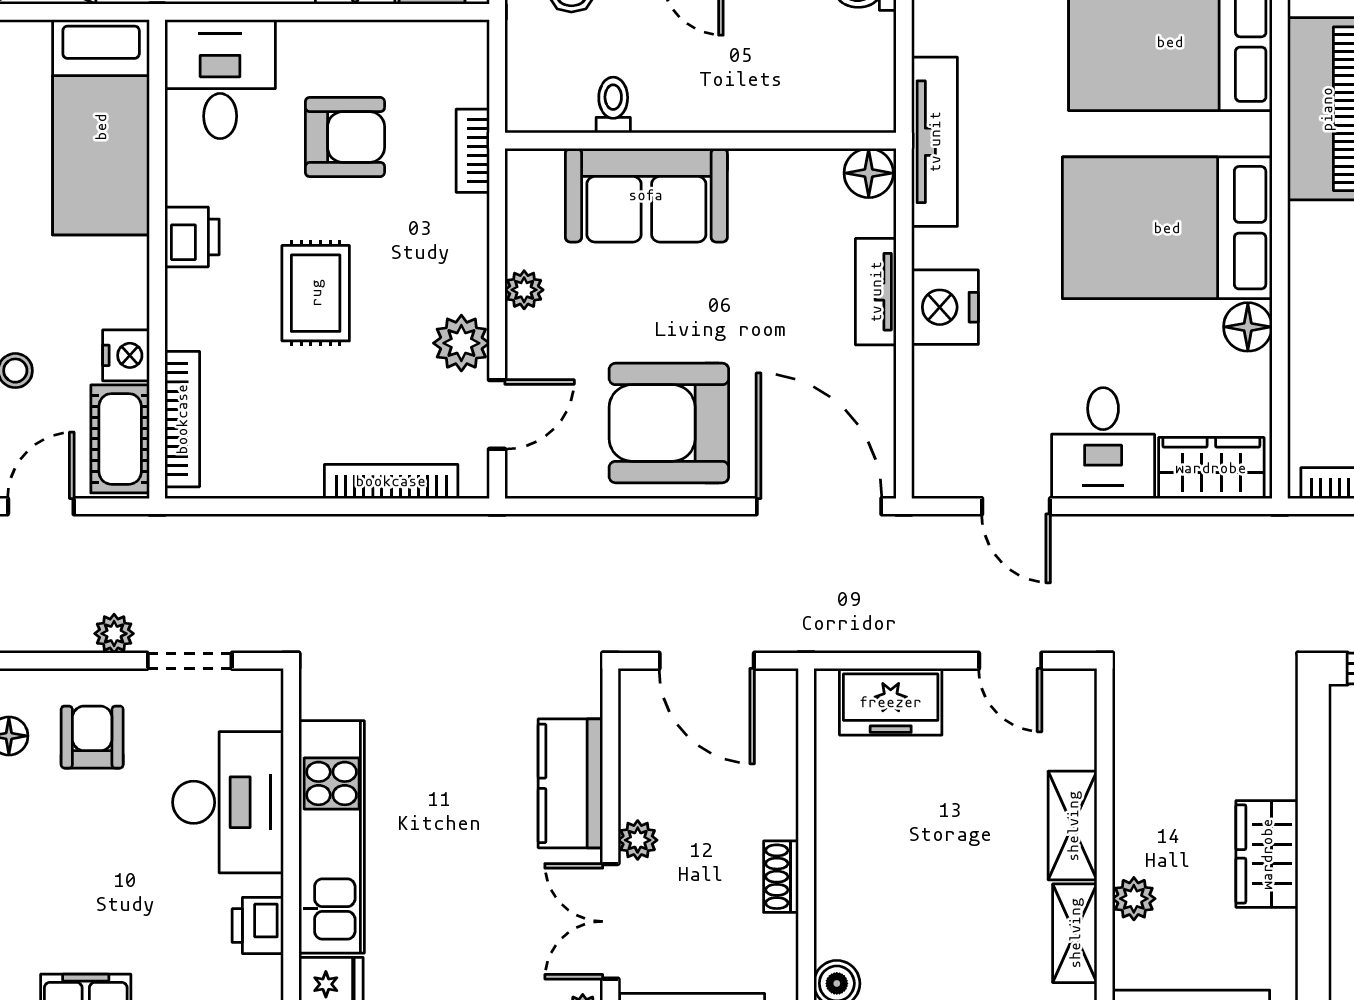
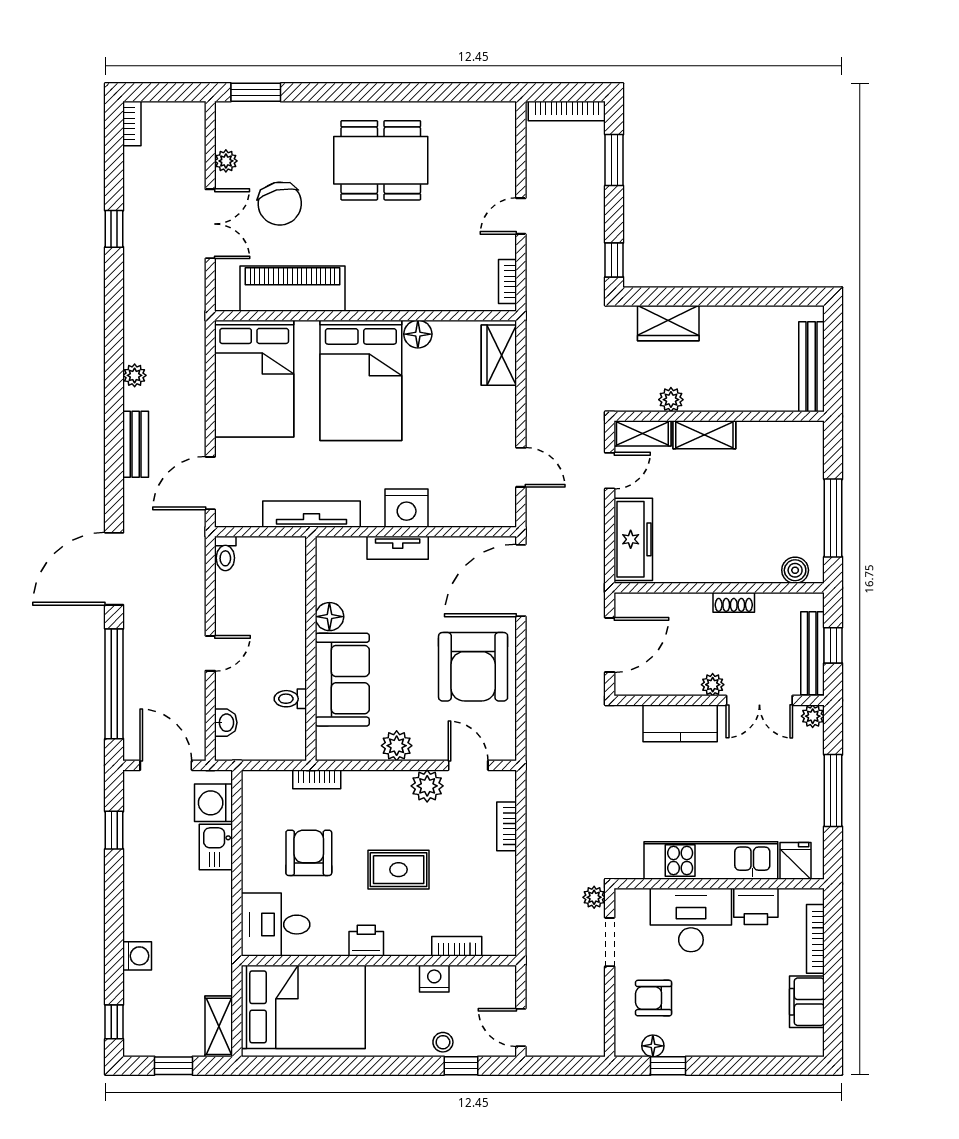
bed: (101, 127) -> (303, 1007), width x1.50
floor lamp: (869, 173) -> (329, 617), moved
plant: (524, 290) -> (397, 746), width x1.38, depth x1.38
bookcase: (182, 419) -> (457, 946), width x0.64
cot: (120, 439) -> (482, 982), removed
desk: (1103, 443) -> (485, 417), removed
bookcase: (391, 481) -> (507, 826), width x0.64
door: (1016, 506) -> (521, 467), hinge flipped
plant: (114, 634) -> (594, 897), moved
freezer: (891, 702) -> (633, 539), width x1.40
wardrobe: (1267, 854) -> (668, 323), moved
plant: (1134, 899) -> (671, 400), moved
printer: (258, 926) -> (756, 906), width x1.36, depth x1.24
shelving: (1075, 933) -> (642, 433), moved

